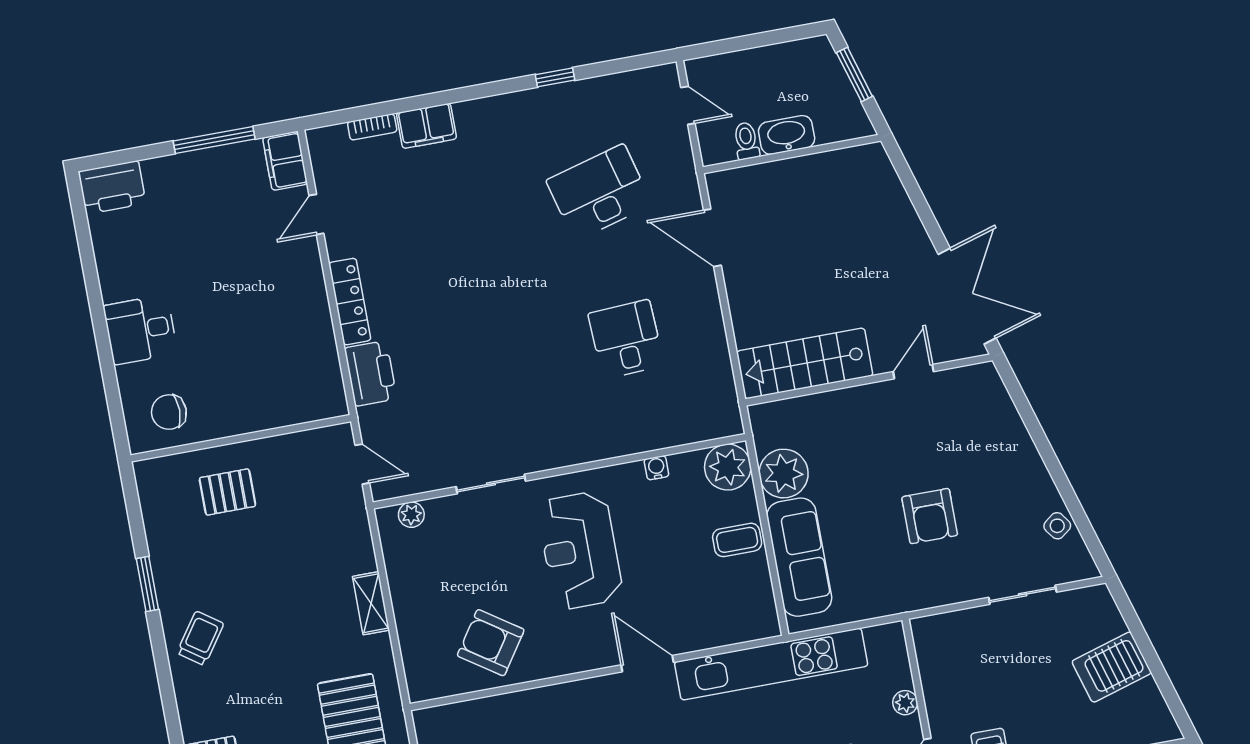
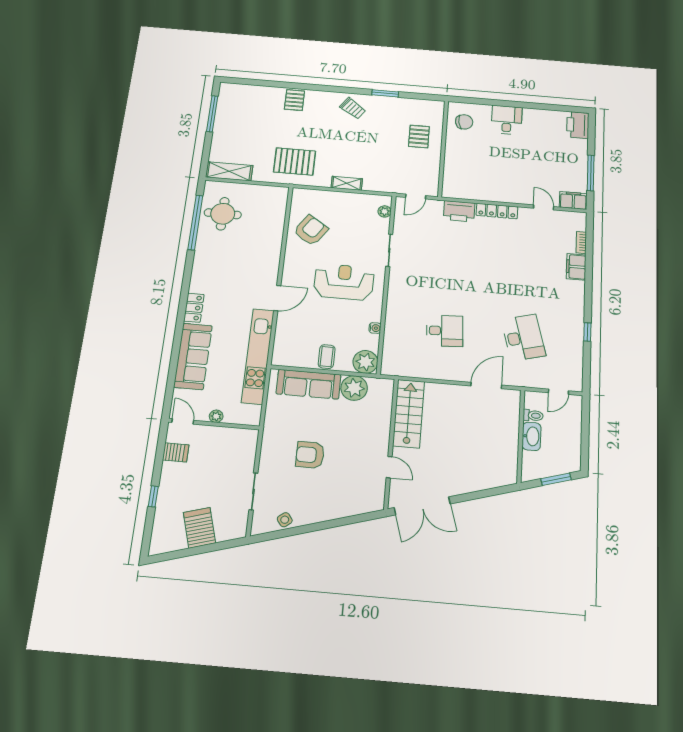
chair: (169, 412) -> (464, 122), turned 81

